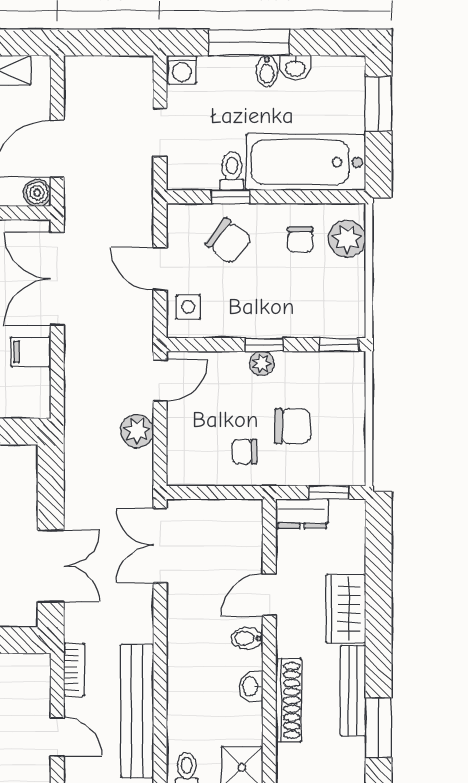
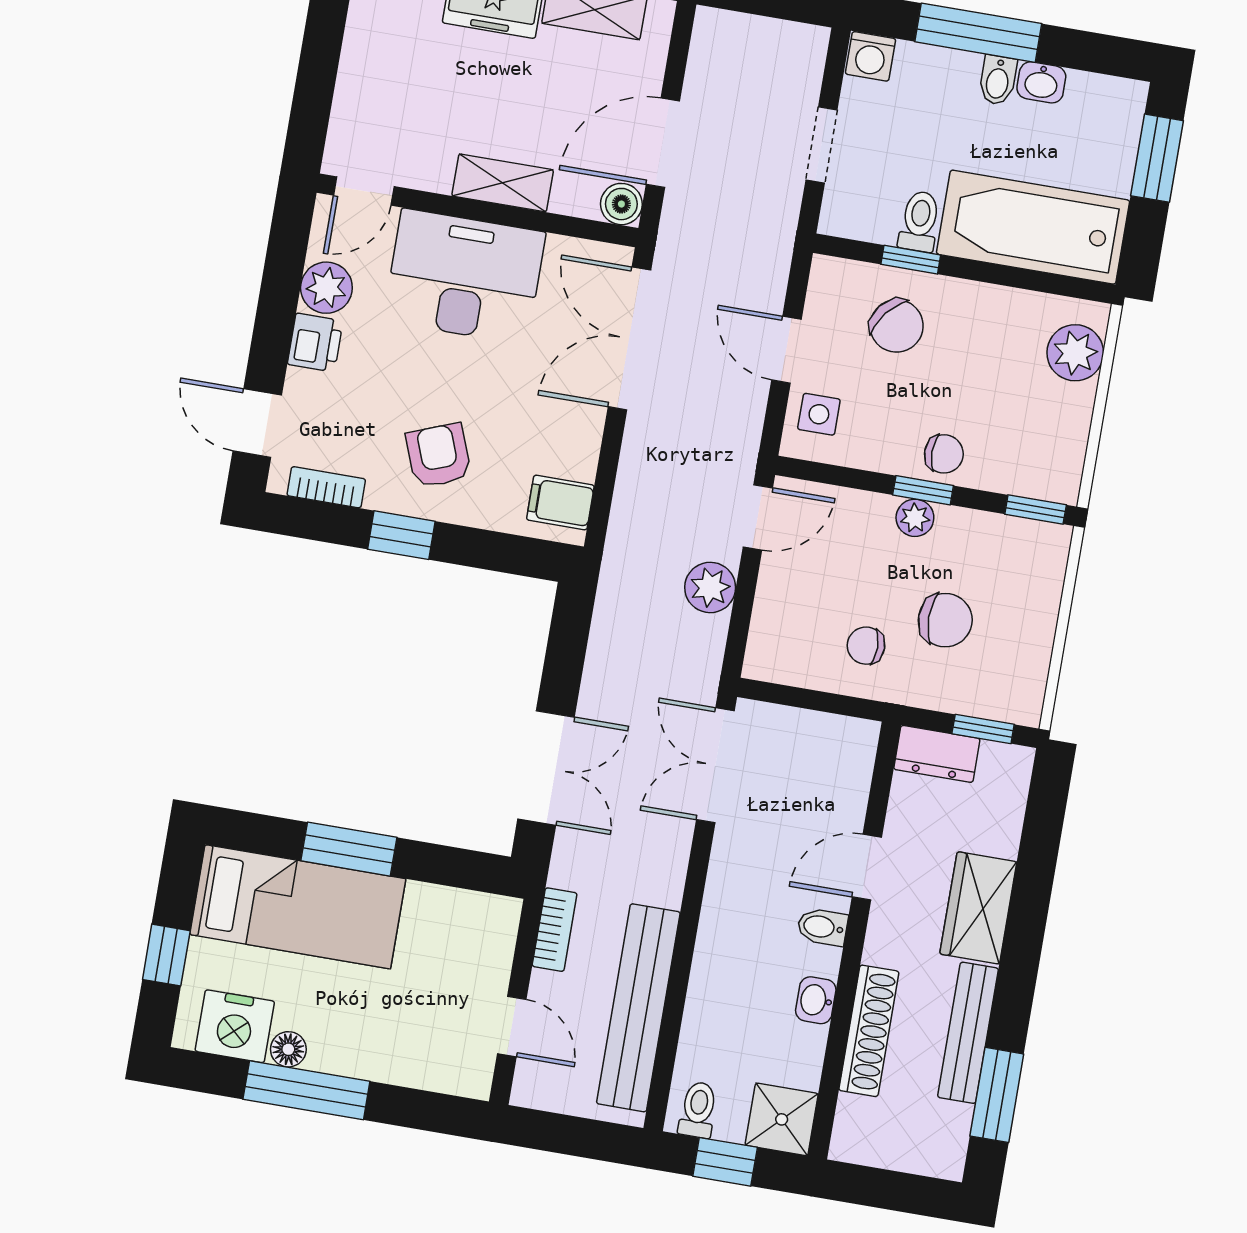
chair: (300, 239) -> (944, 454), moved, turned -90
filing cabinet: (31, 352) -> (560, 502), moved

